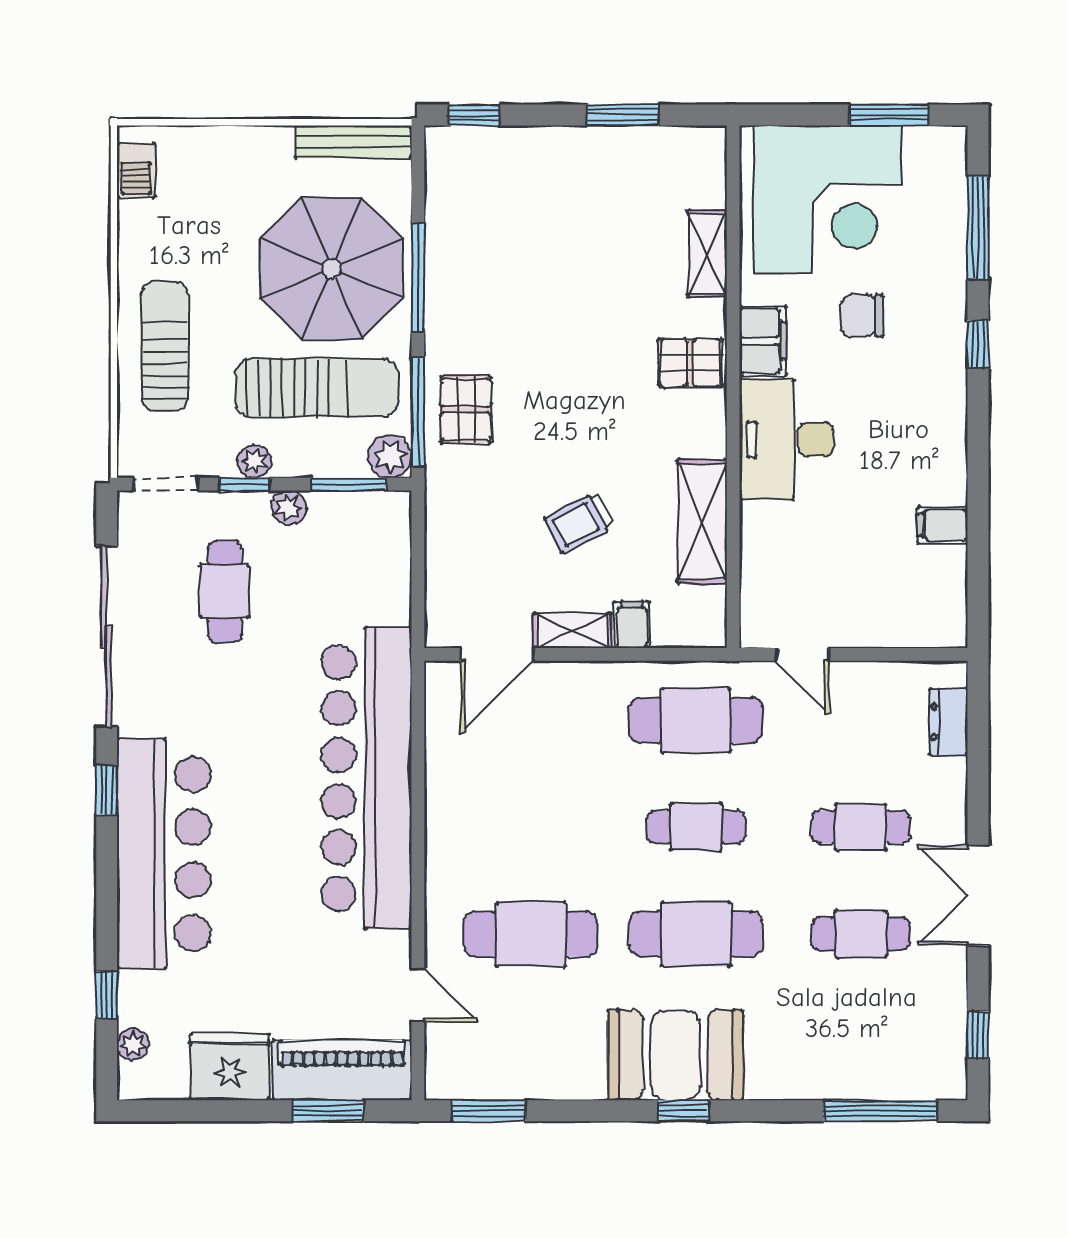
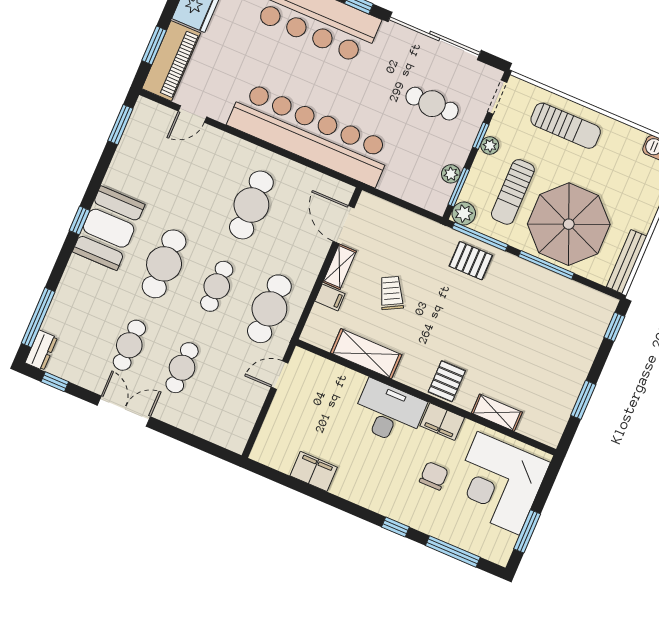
sun lounger: (317, 388) -> (513, 192), width x0.73, depth x0.75
plant: (289, 508) -> (451, 174), moved
filing cabinet: (943, 525) -> (314, 471), width x2.00
dresser: (949, 722) -> (41, 350), moved, turned 90
cafe table: (531, 934) -> (251, 205), moved

